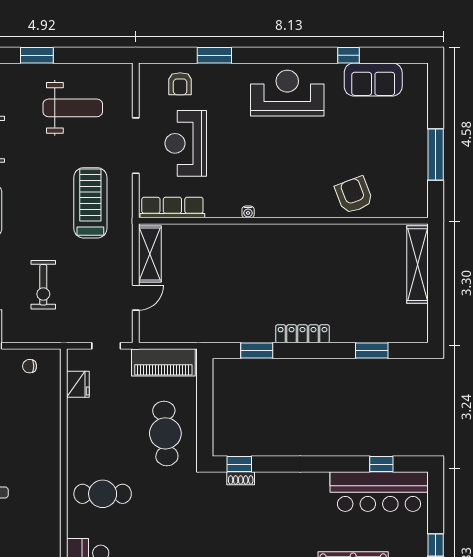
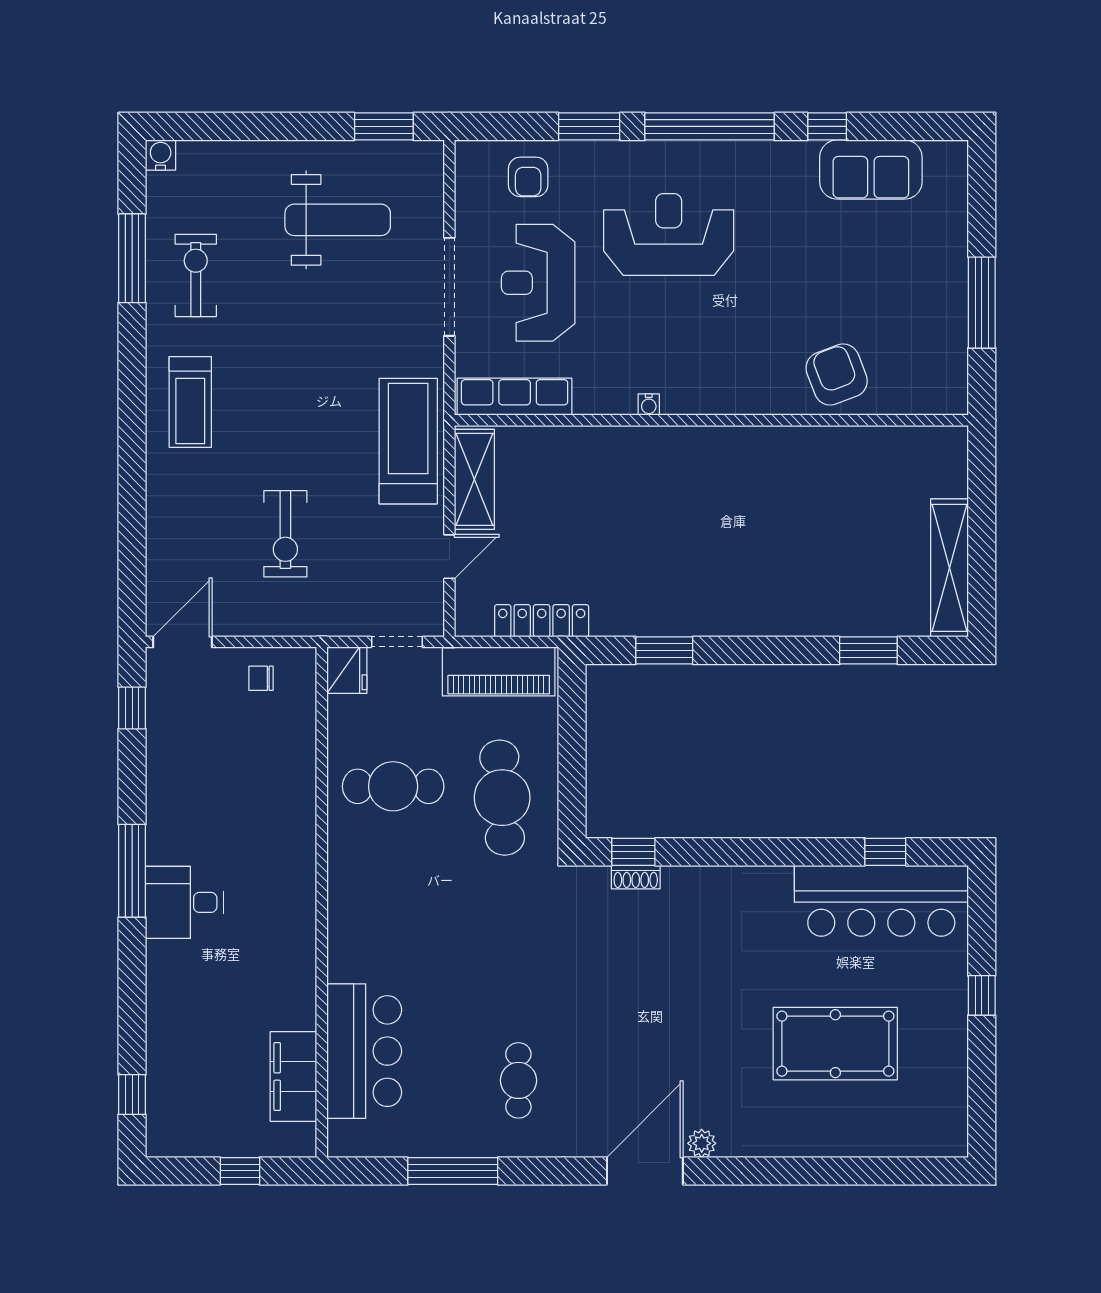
window: (37, 55) -> (384, 126), moved
window: (282, 55) -> (710, 126), added
reception desk: (287, 93) -> (669, 234), moved
treadmill: (90, 203) -> (408, 441), moved
shelving: (417, 265) -> (949, 568), moved
locker: (303, 334) -> (542, 621), moved
fridge: (78, 384) -> (347, 670), moved
cafe table: (103, 494) -> (393, 786), moved

